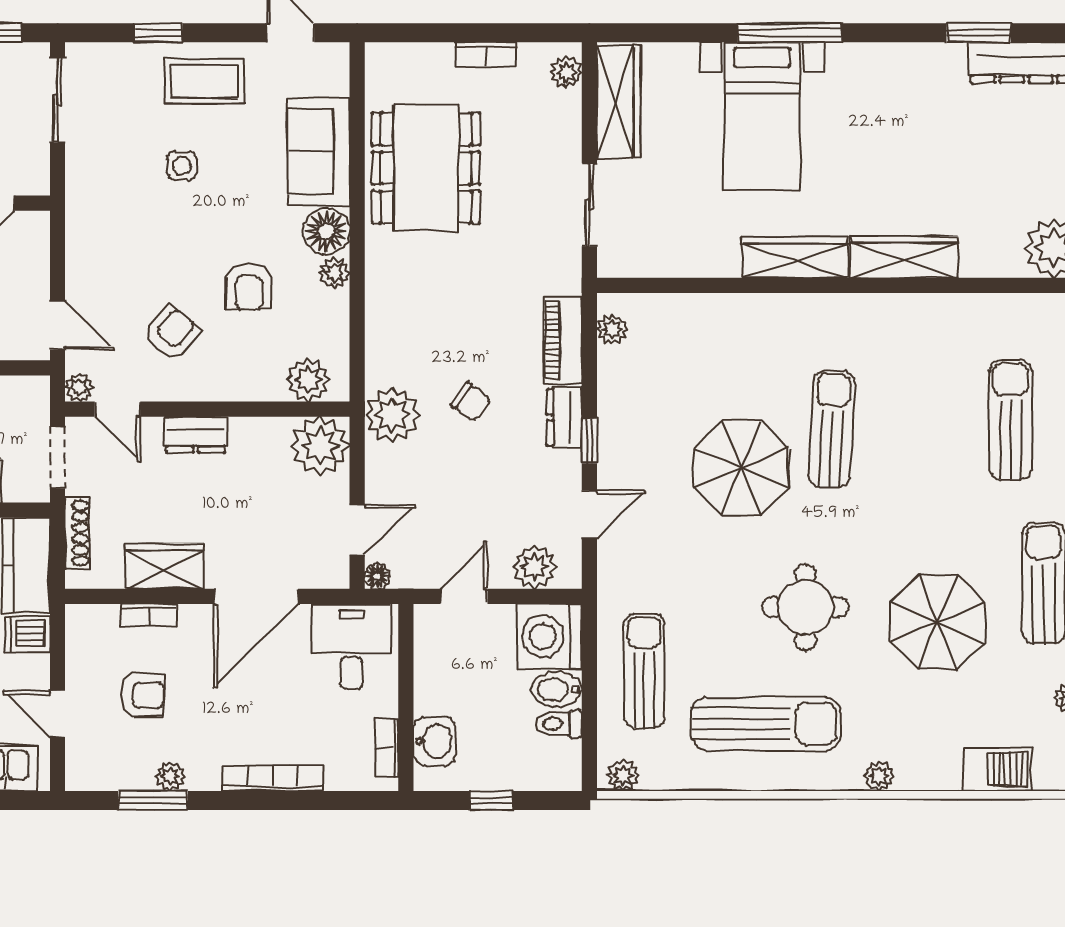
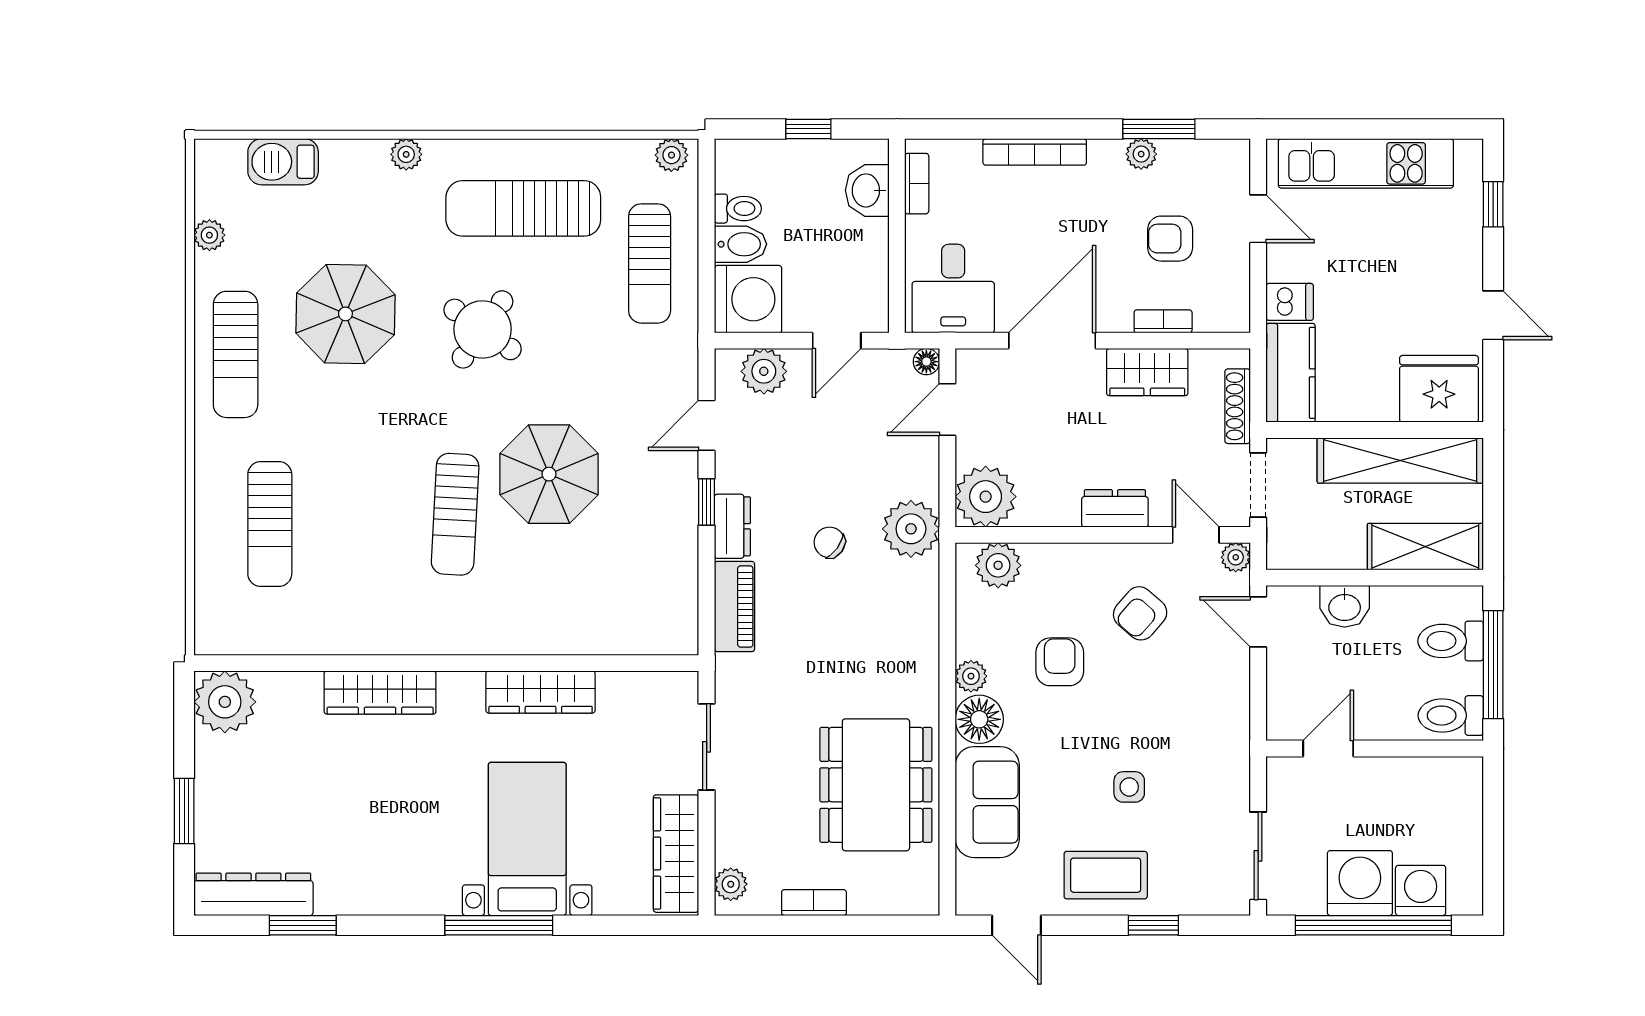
wardrobe: (795, 258) -> (541, 692), moved
plant: (612, 329) -> (683, 618), removed
round table: (805, 607) -> (483, 329), turned 35

